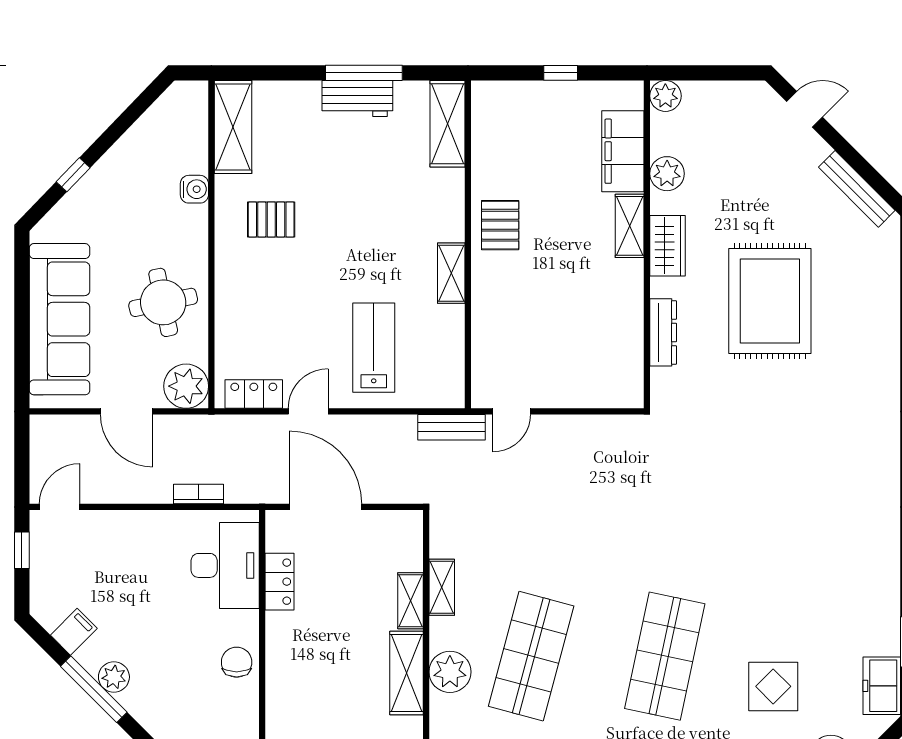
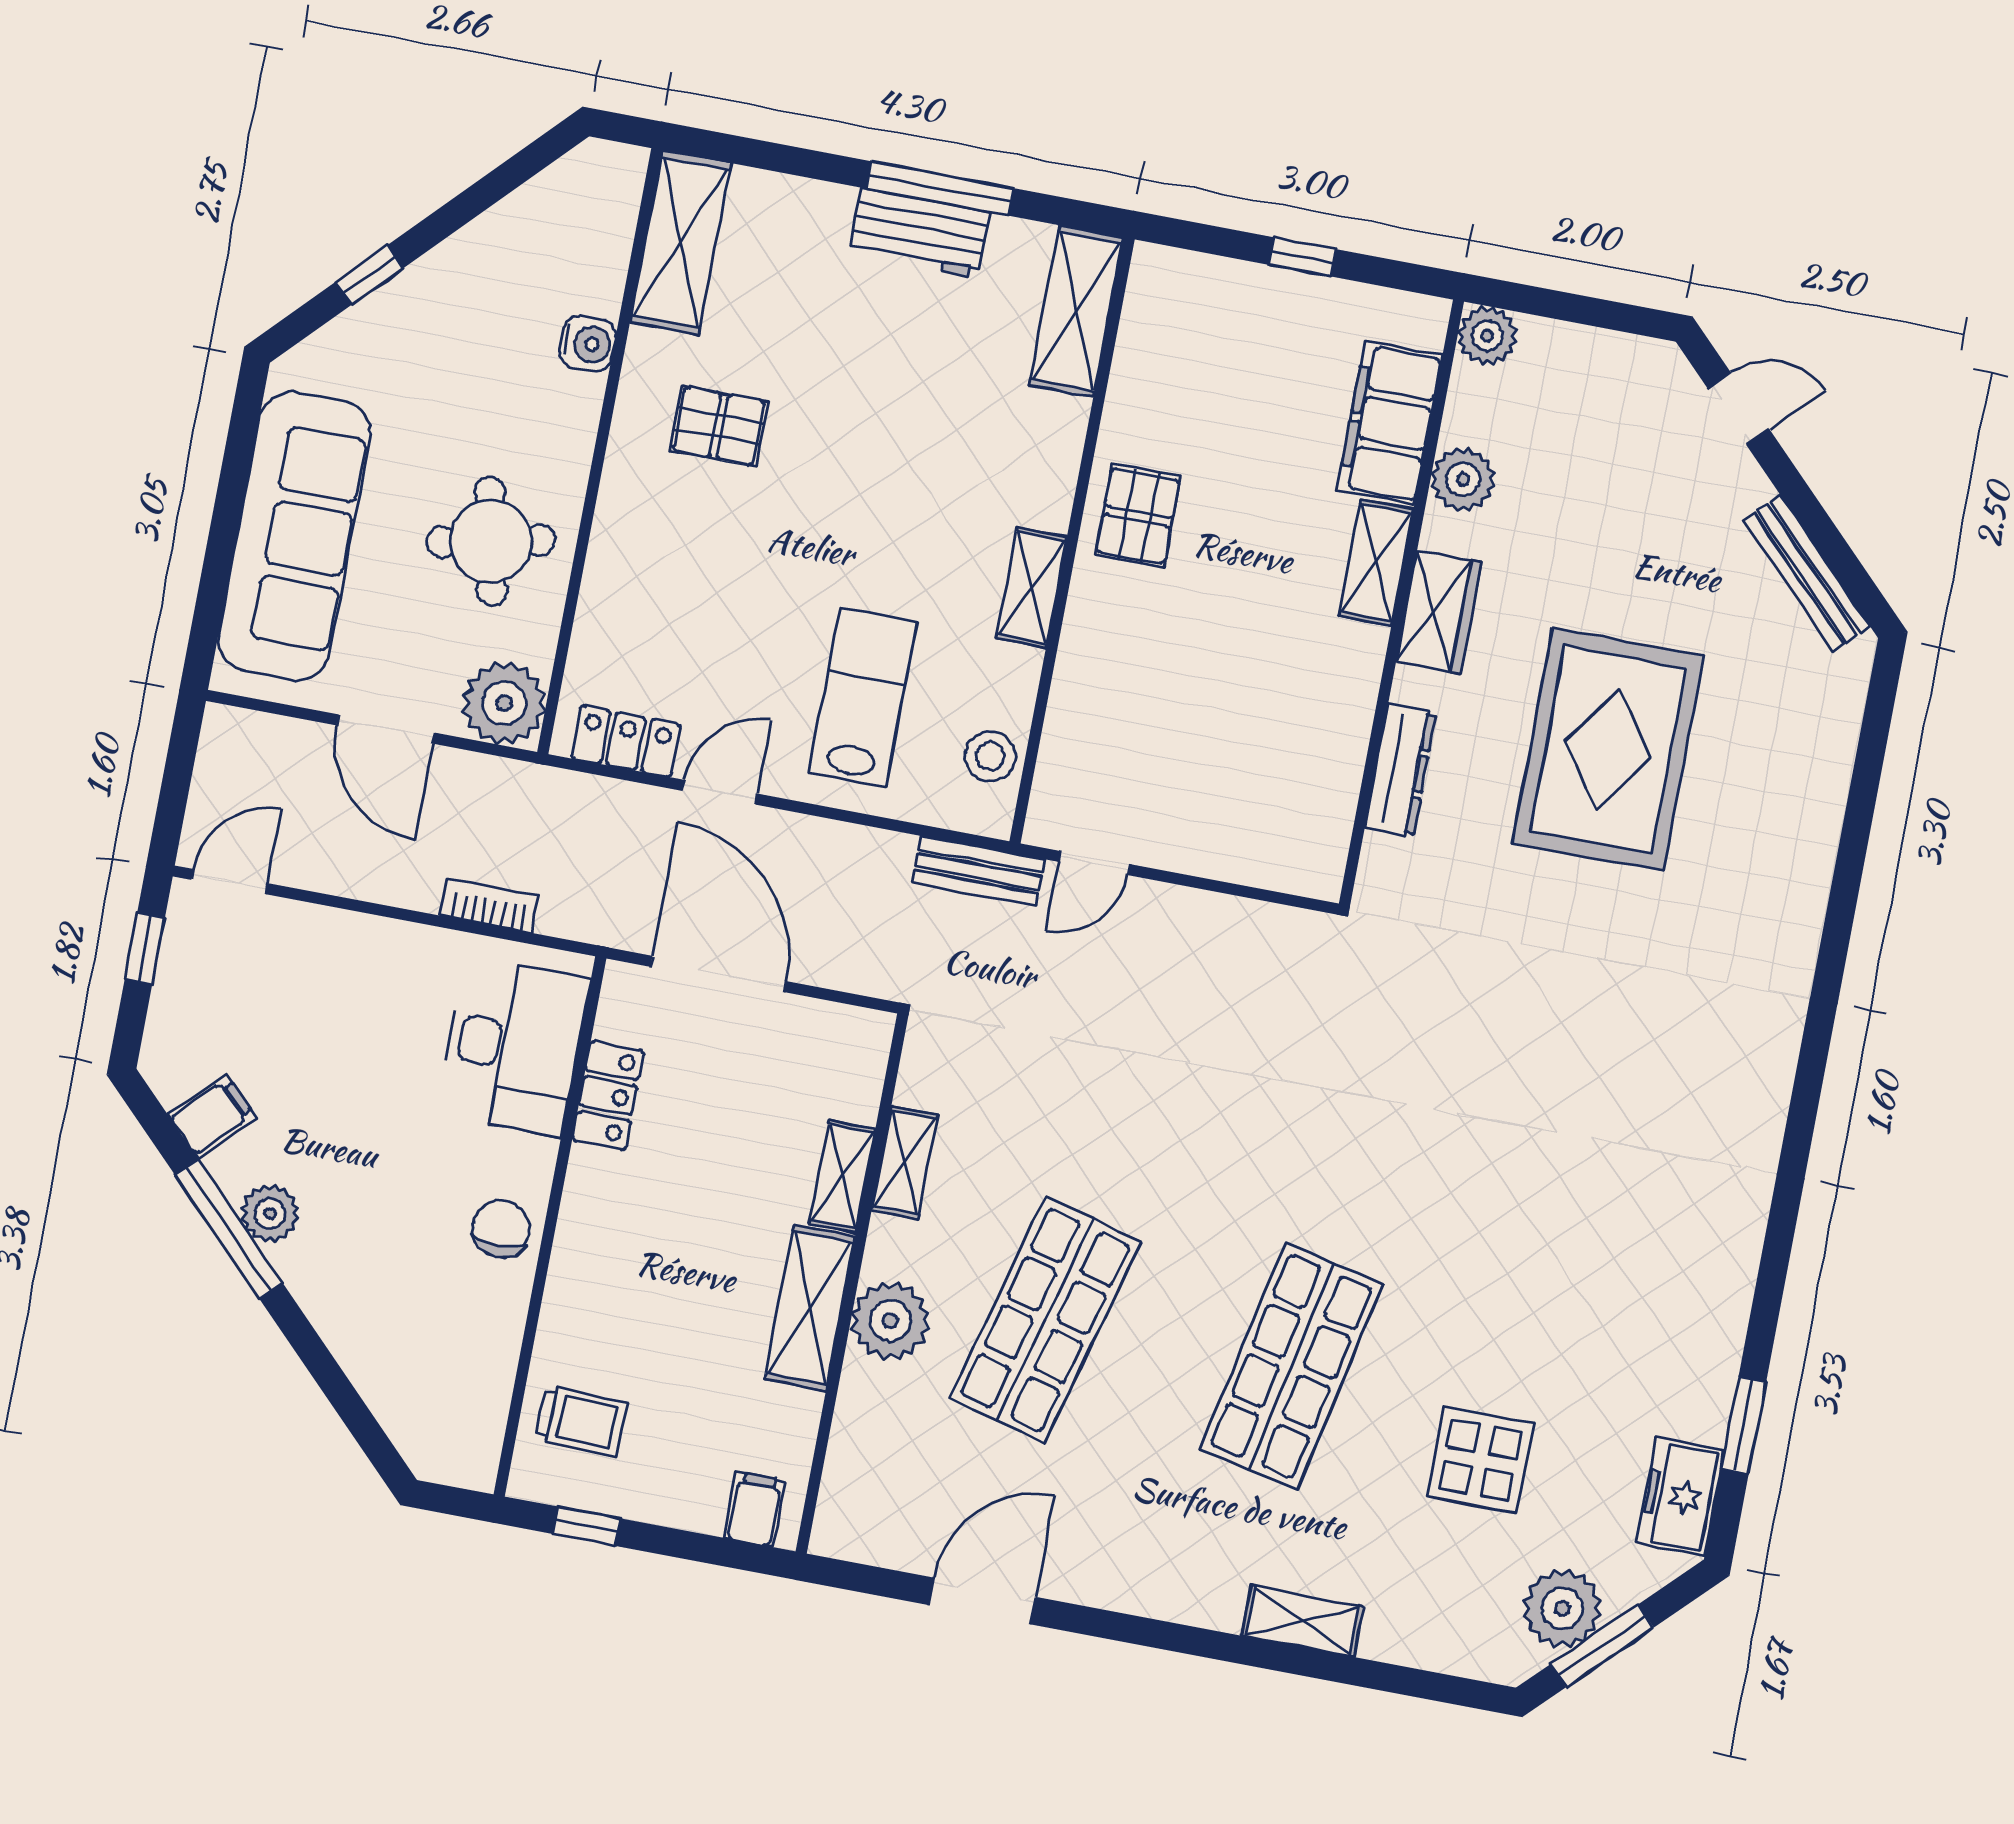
stool: (446, 366) -> (990, 756), added

